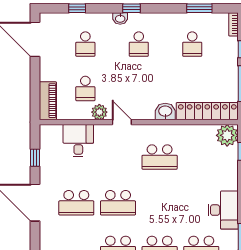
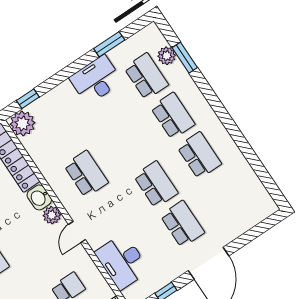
plant: (99, 112) -> (52, 215), moved
desk: (78, 141) -> (122, 262), width x1.37

